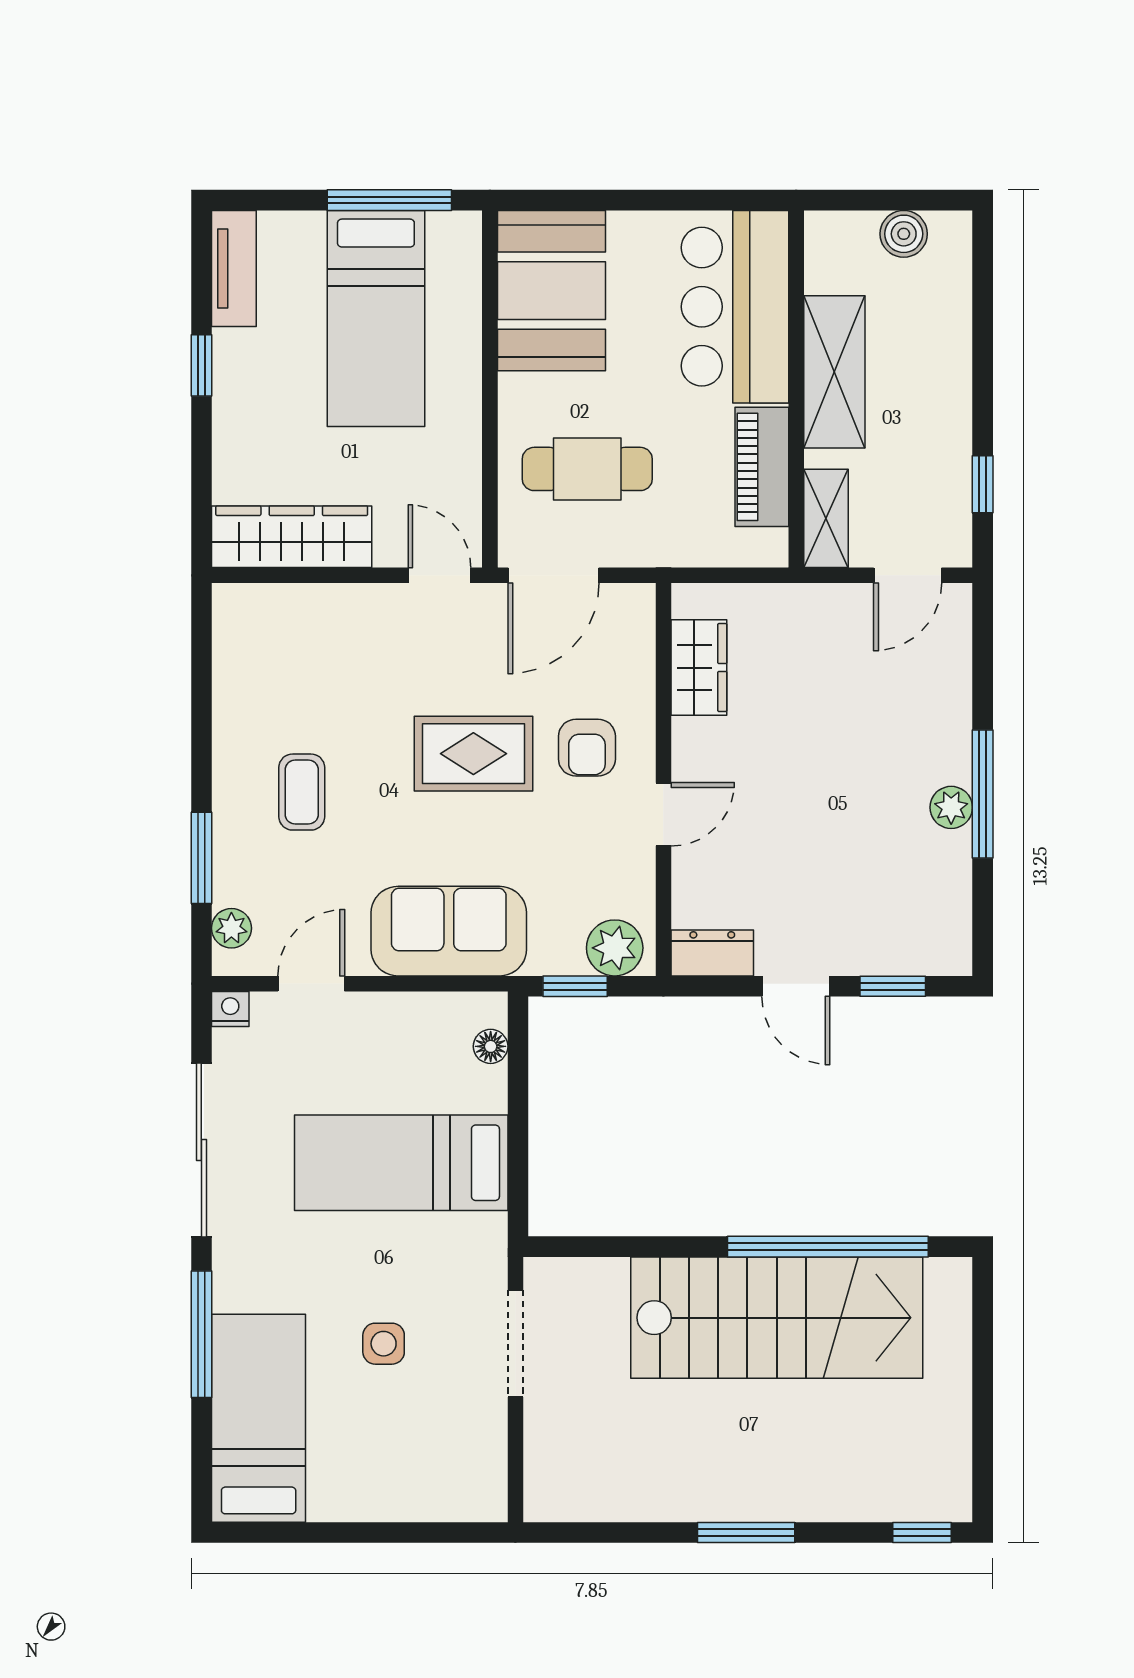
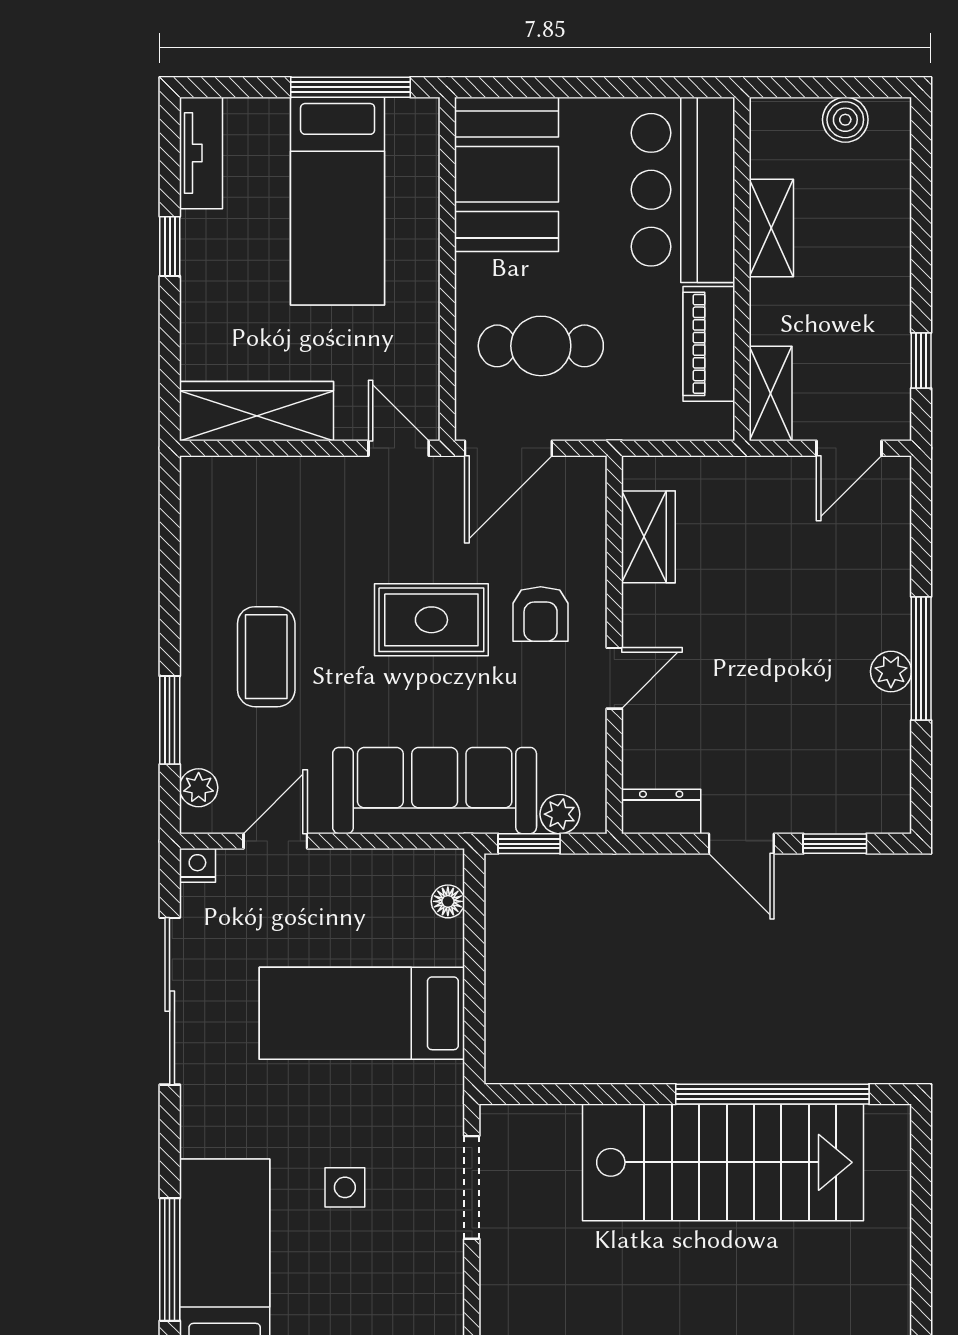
shelving: (834, 372) -> (771, 228), width x0.67, depth x0.75
coffee table: (302, 792) -> (266, 657), width x1.36, depth x1.30
sofa: (449, 931) -> (435, 791), width x1.36
plant: (615, 948) -> (560, 814), width x0.73, depth x0.73
window: (201, 1334) -> (170, 1260), moved

